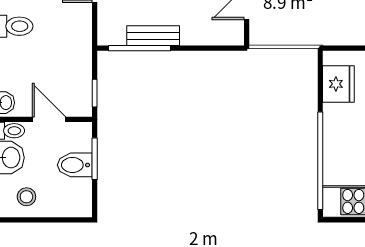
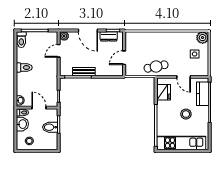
cafe table: (321, 24) -> (156, 67), added

